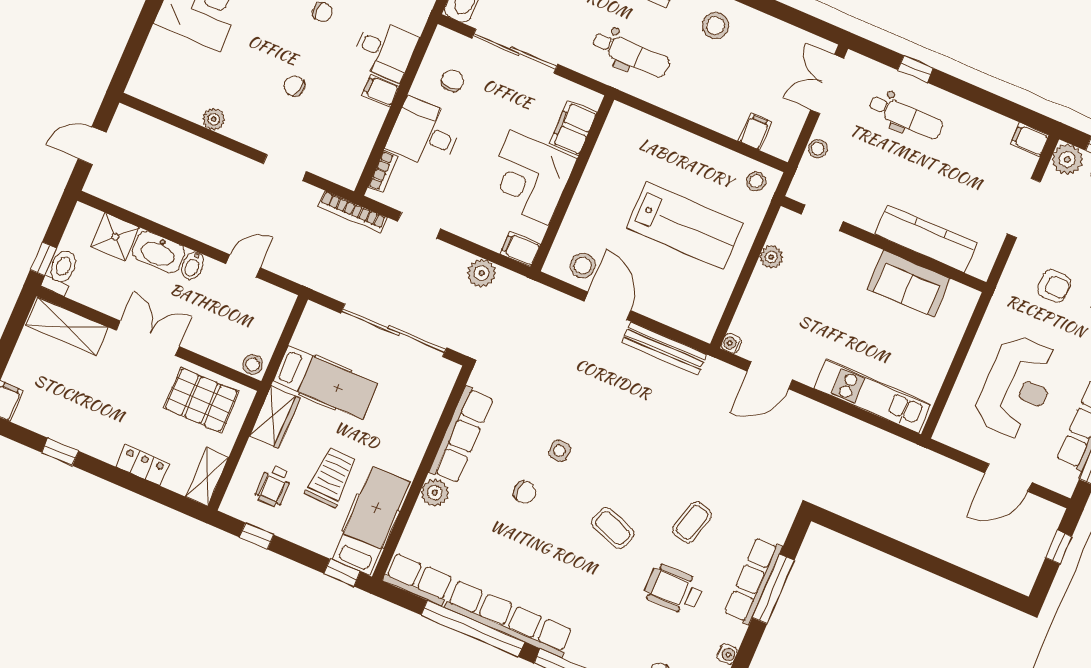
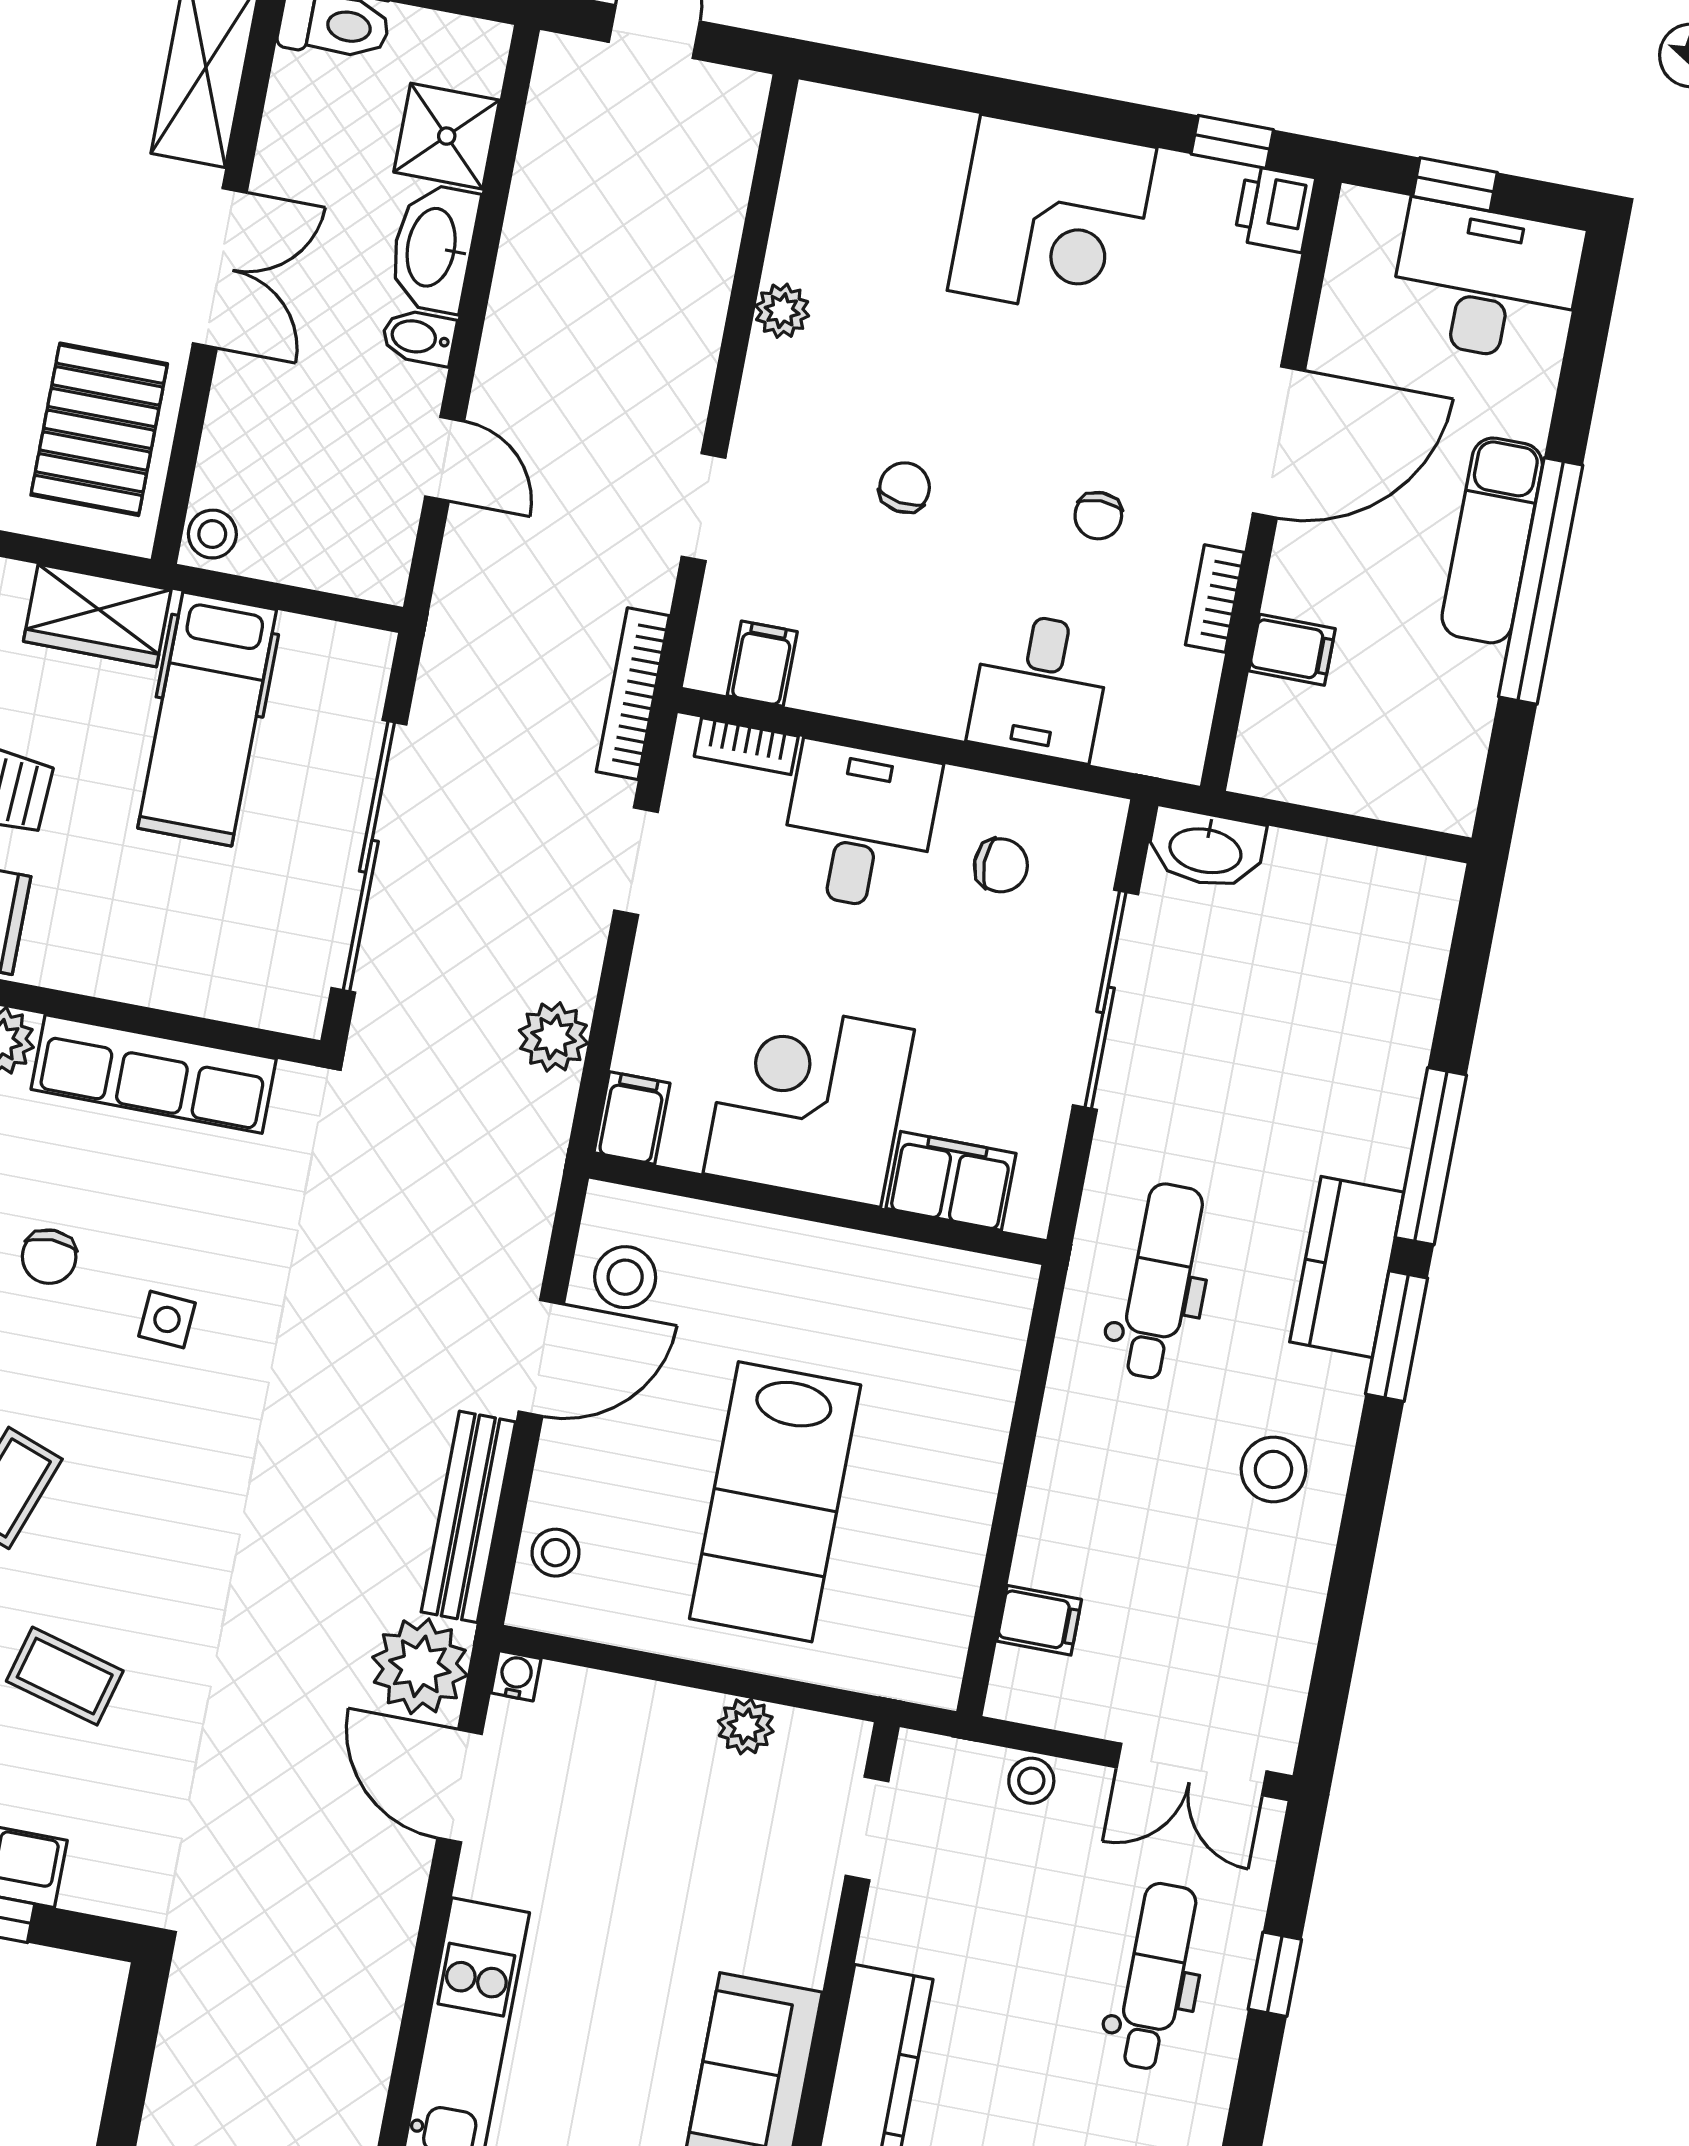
dental chair: (631, 54) -> (1160, 1281), turned 180
double door: (827, 84) -> (1192, 1769), swing flipped
filing cabinet: (381, 91) -> (762, 664), moved
dental chair: (906, 116) -> (1156, 1976), turned 180
stool: (756, 181) -> (555, 1553), moved
plant: (719, 381) -> (420, 1666), added

